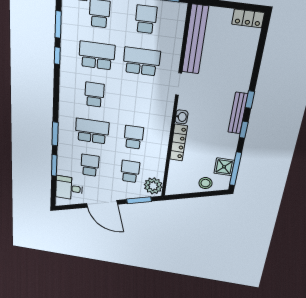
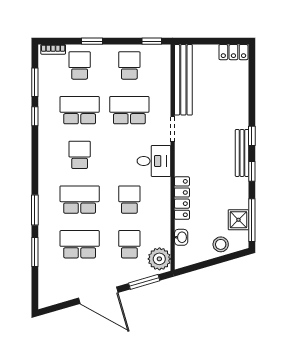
washbasin: (182, 117) -> (181, 237), moved
school desk: (90, 165) -> (80, 244), width x1.85
desk: (69, 188) -> (154, 161), moved, turned 180

